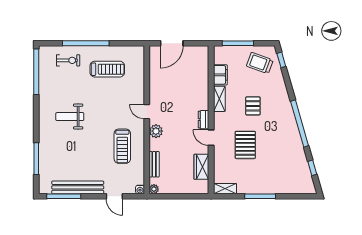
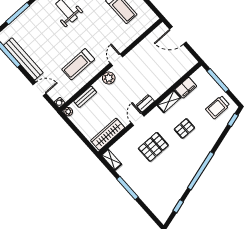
trolley: (260, 63) -> (218, 107), turned -110
wardrobe: (201, 167) -> (108, 134), width x1.50
door: (114, 196) -> (39, 89), swing flipped

